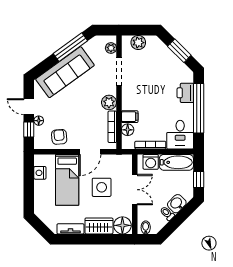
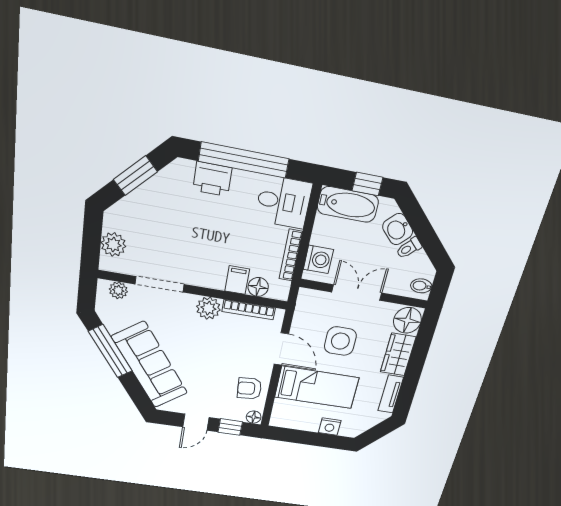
floor lamp: (39, 121) -> (254, 417), moved
bathtub: (176, 162) -> (348, 204), moved, turned 90
nightstand: (40, 173) -> (330, 427), moved

